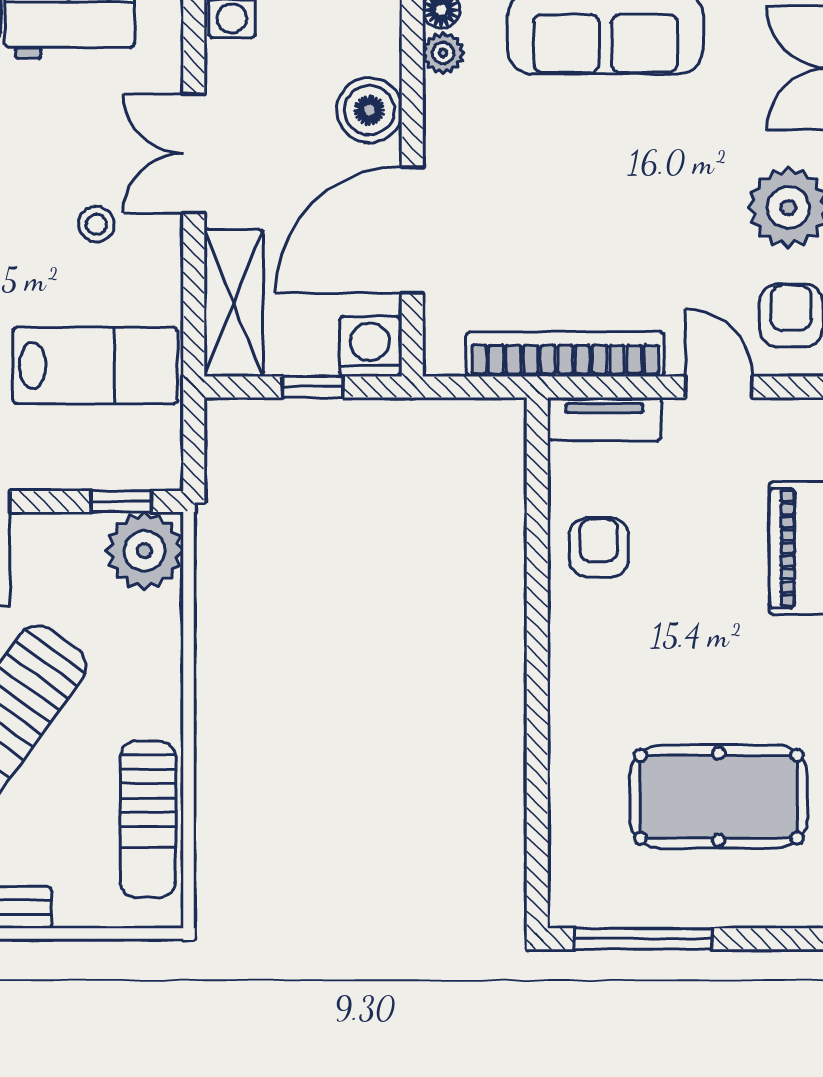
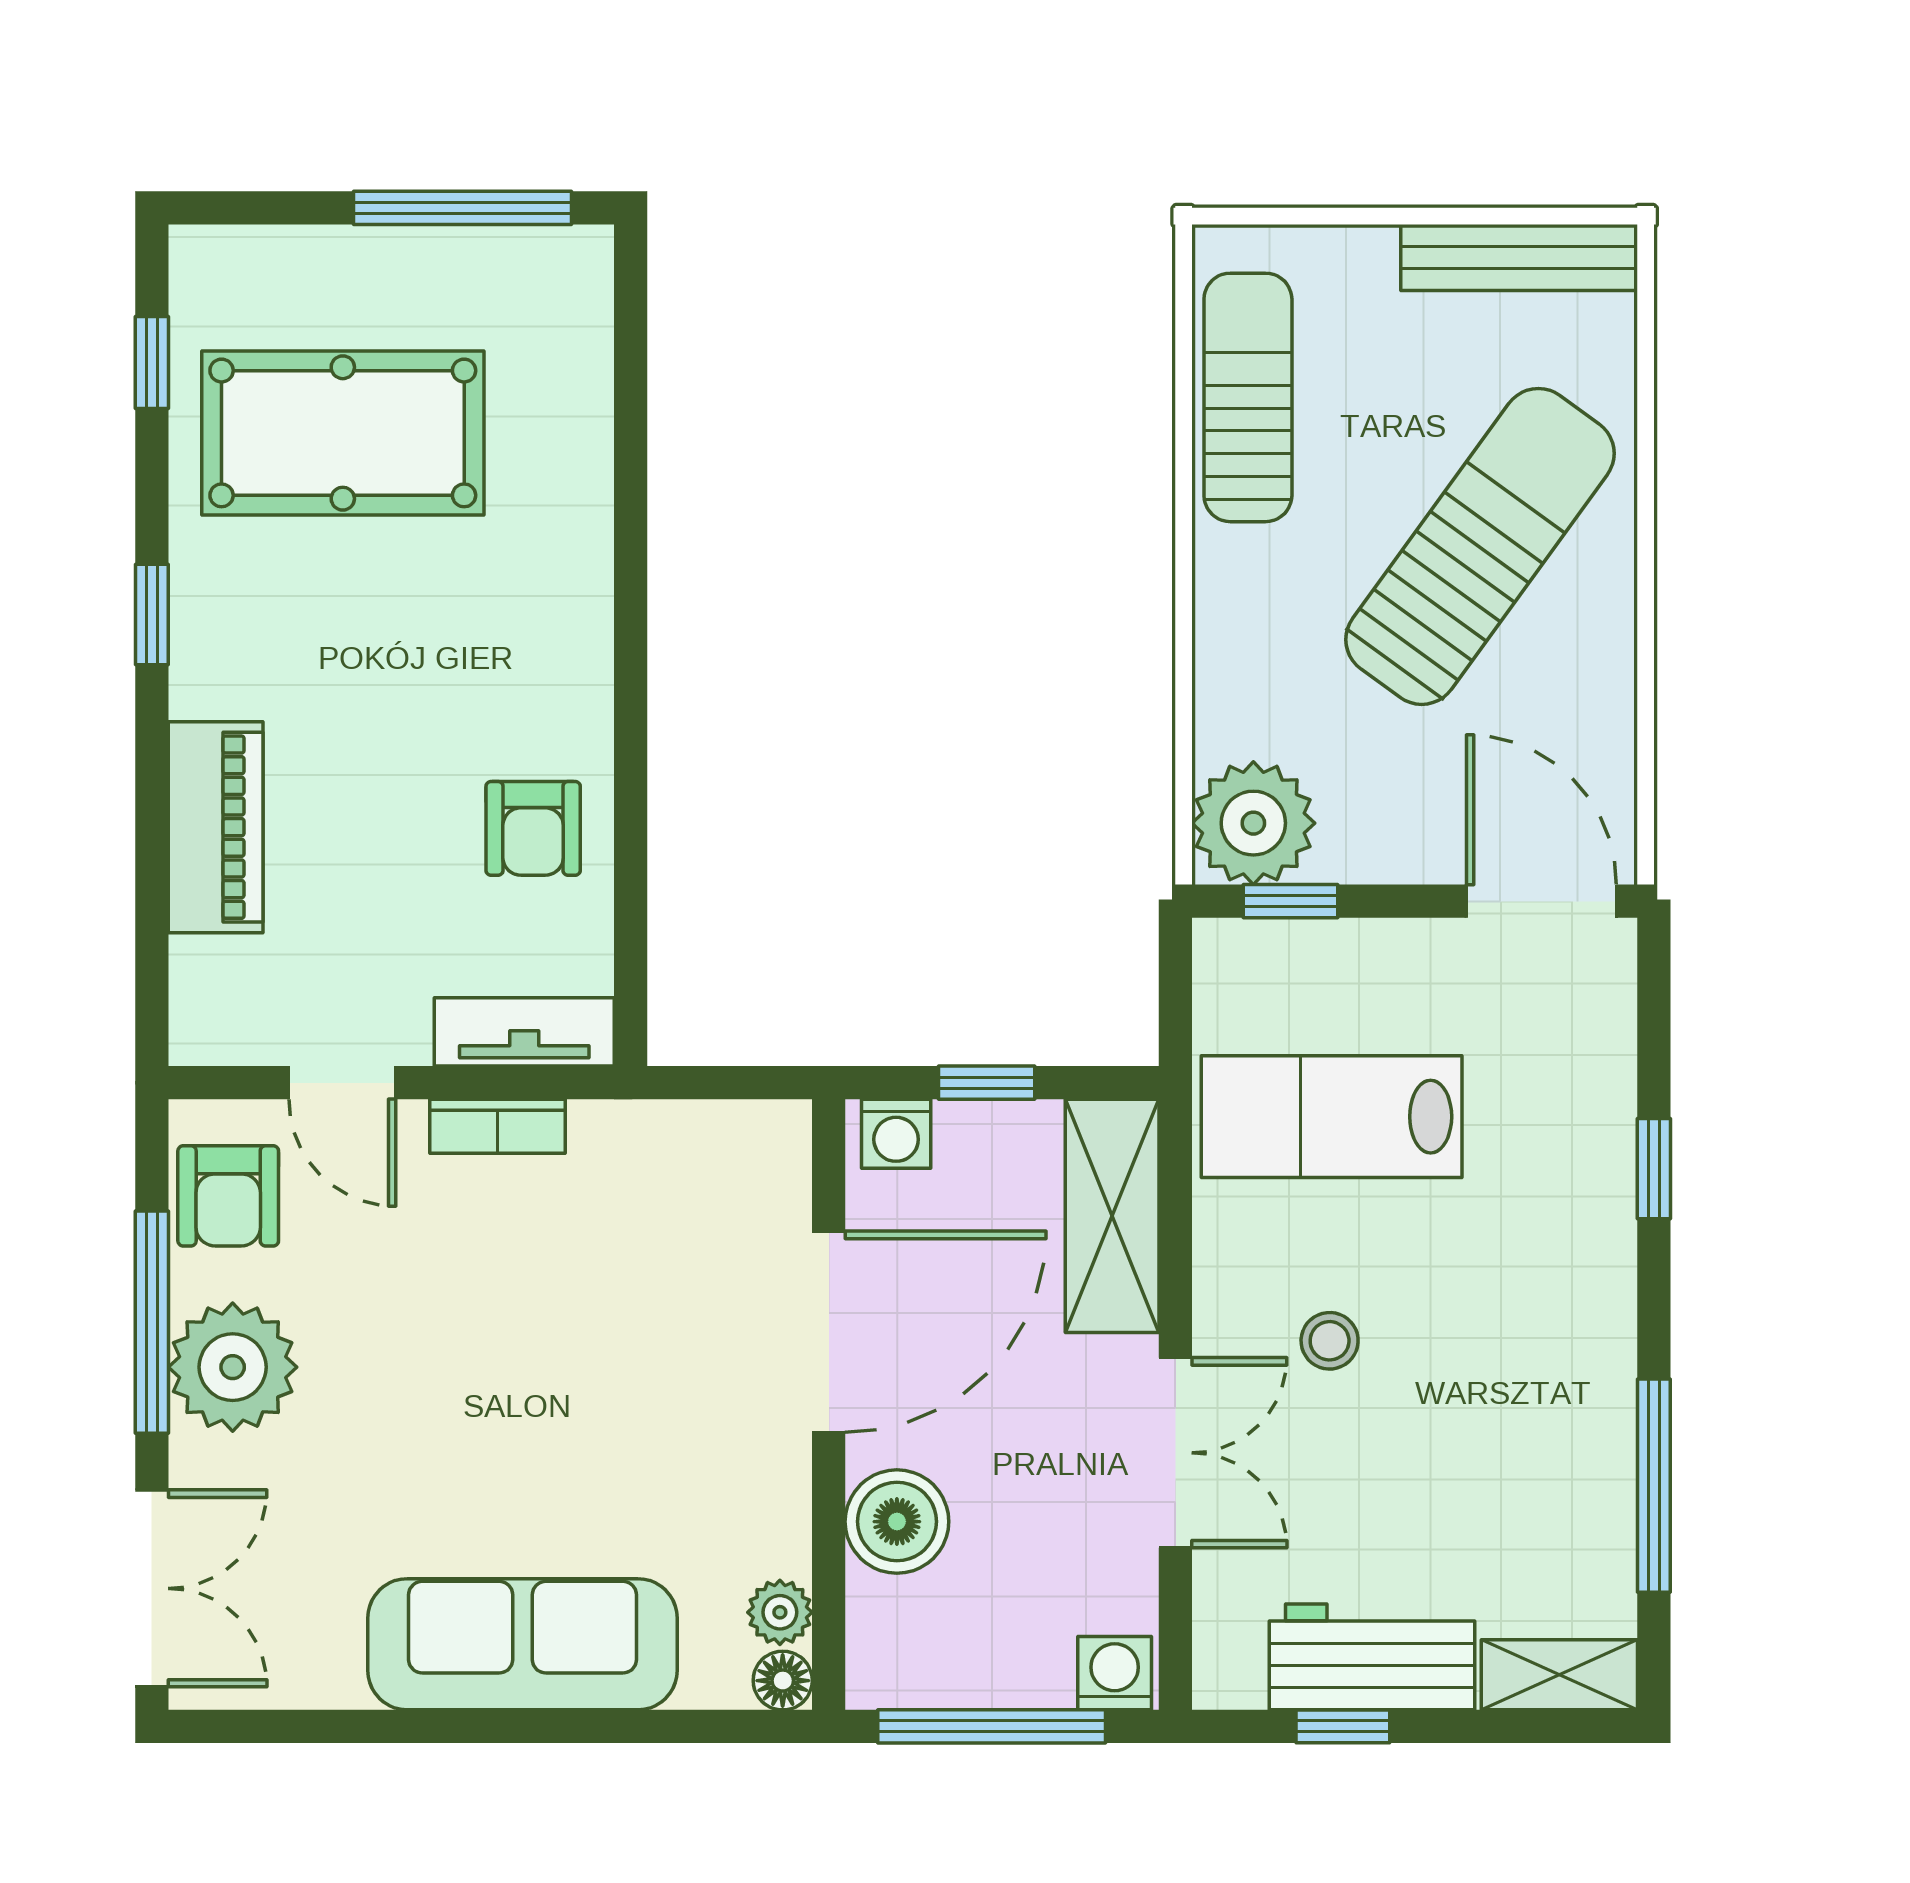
washing machine: (370, 346) -> (896, 1134), width x0.73, depth x0.73
bookcase: (565, 354) -> (497, 1126), width x0.43, depth x0.76

